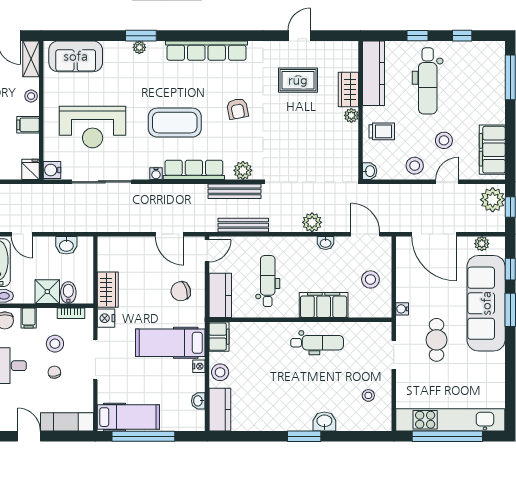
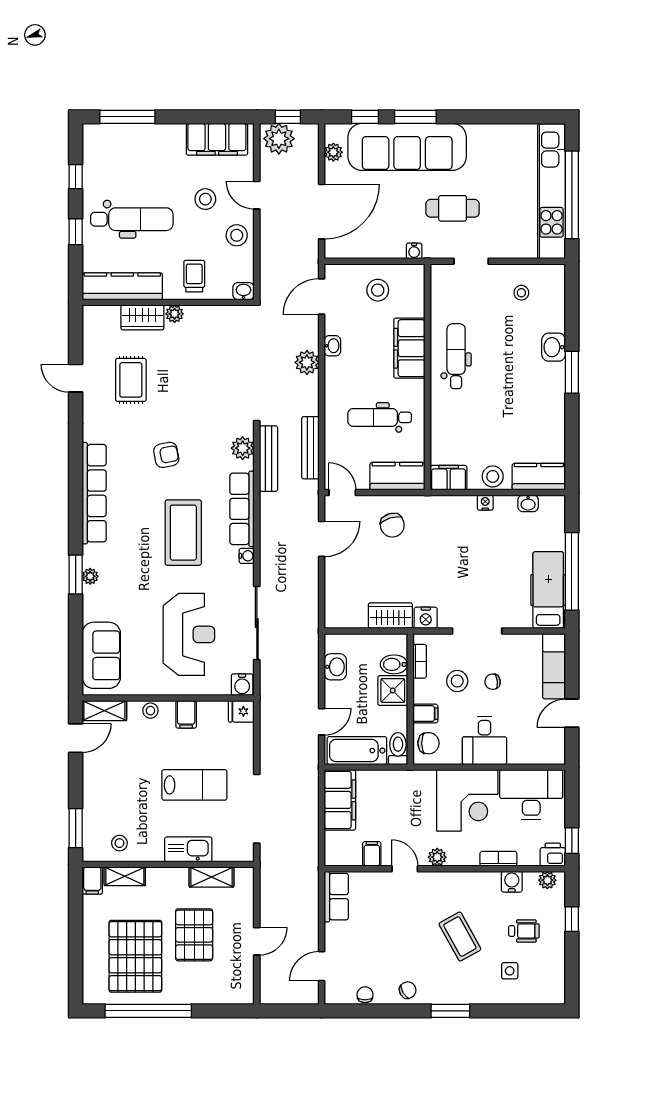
hospital bed: (170, 343) -> (456, 538), removed

